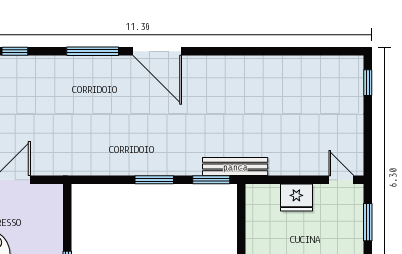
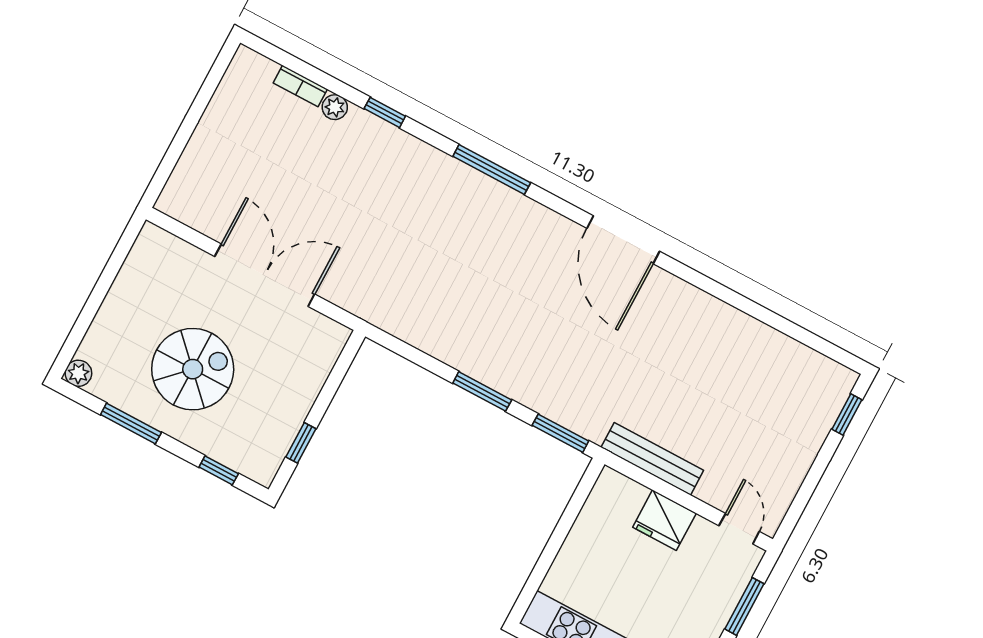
door: (157, 51) -> (623, 240), moved
bench: (235, 167) -> (652, 459), moved

